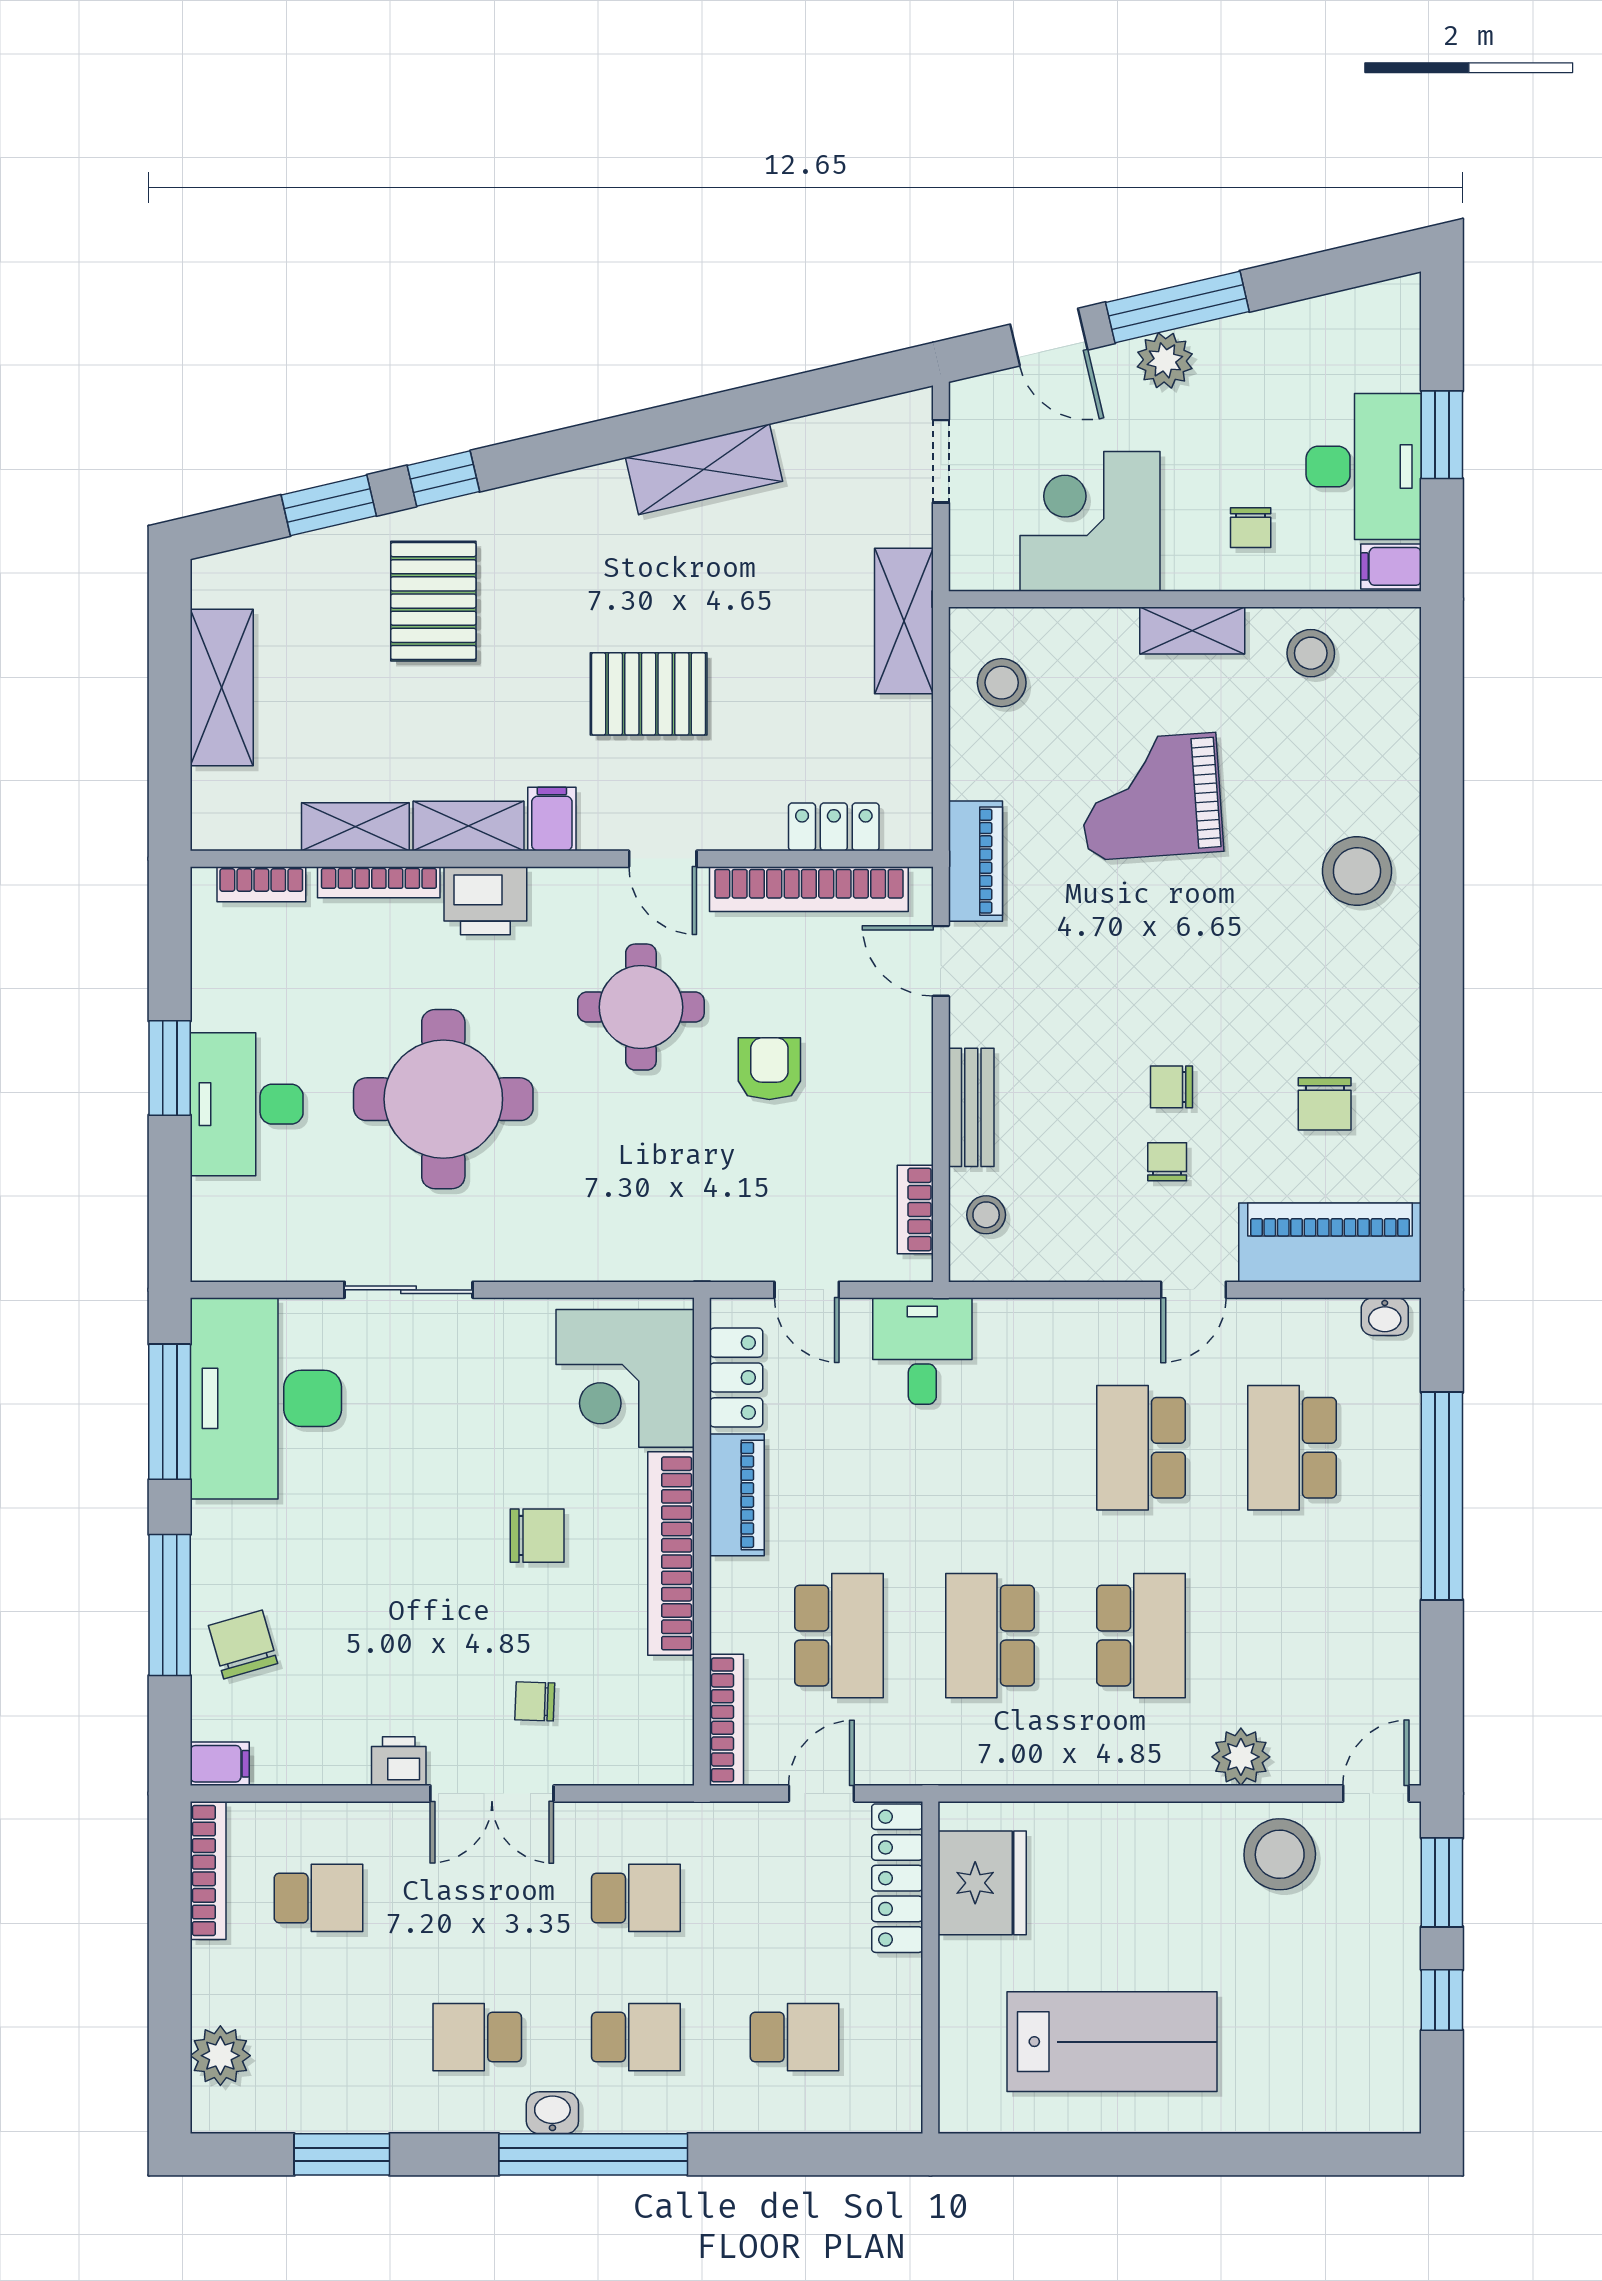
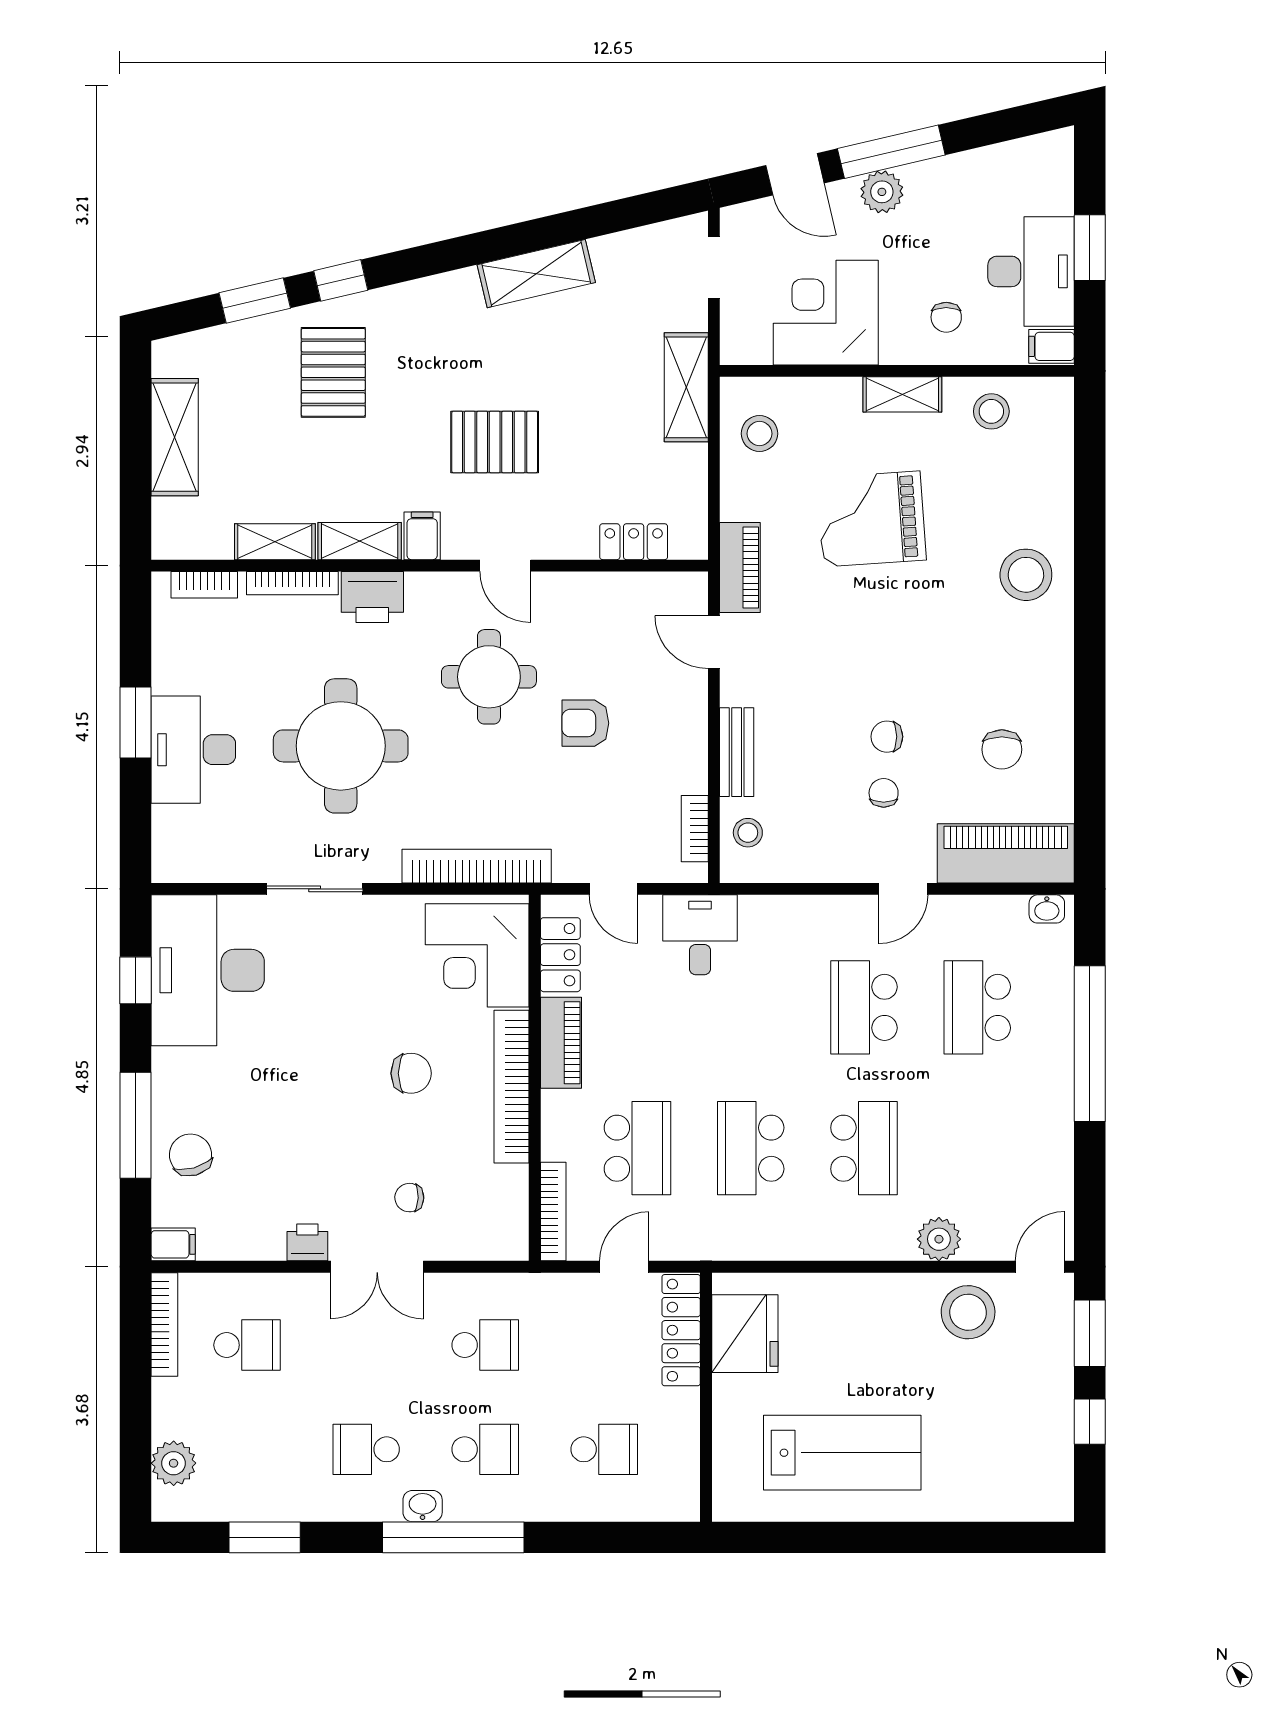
bookcase: (809, 889) -> (477, 866), moved, turned 180
armchair: (769, 1069) -> (585, 723), turned -90
window: (170, 1412) -> (135, 980), width x0.46

